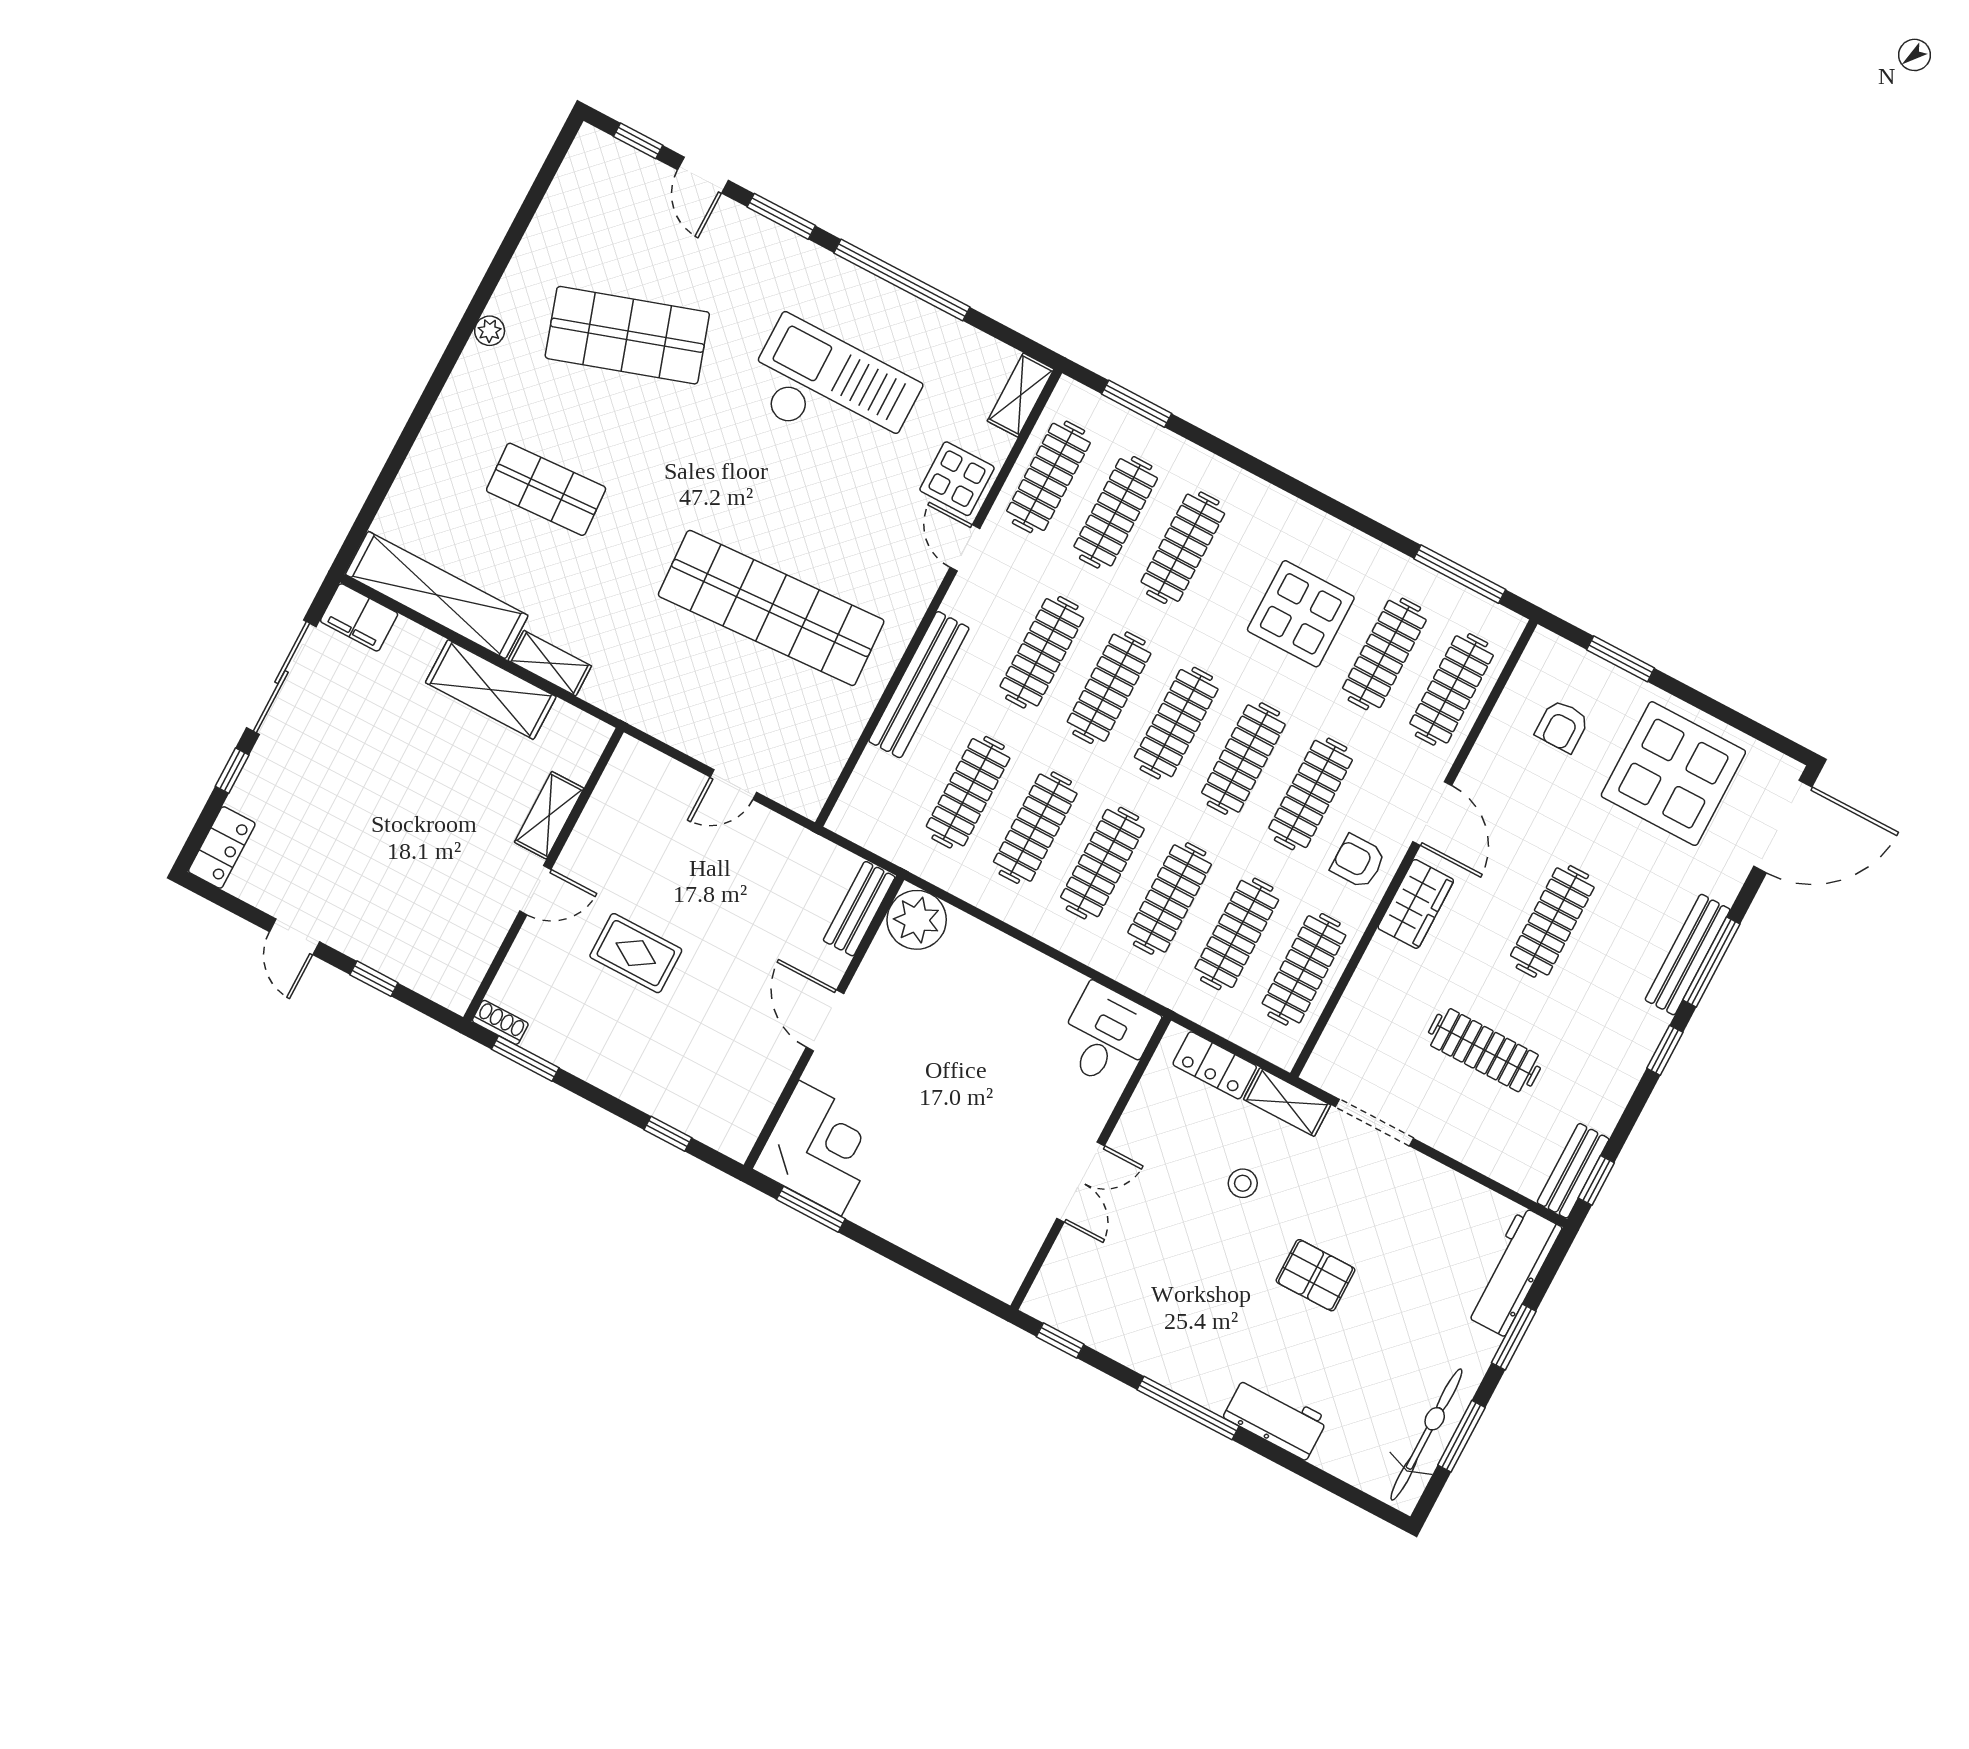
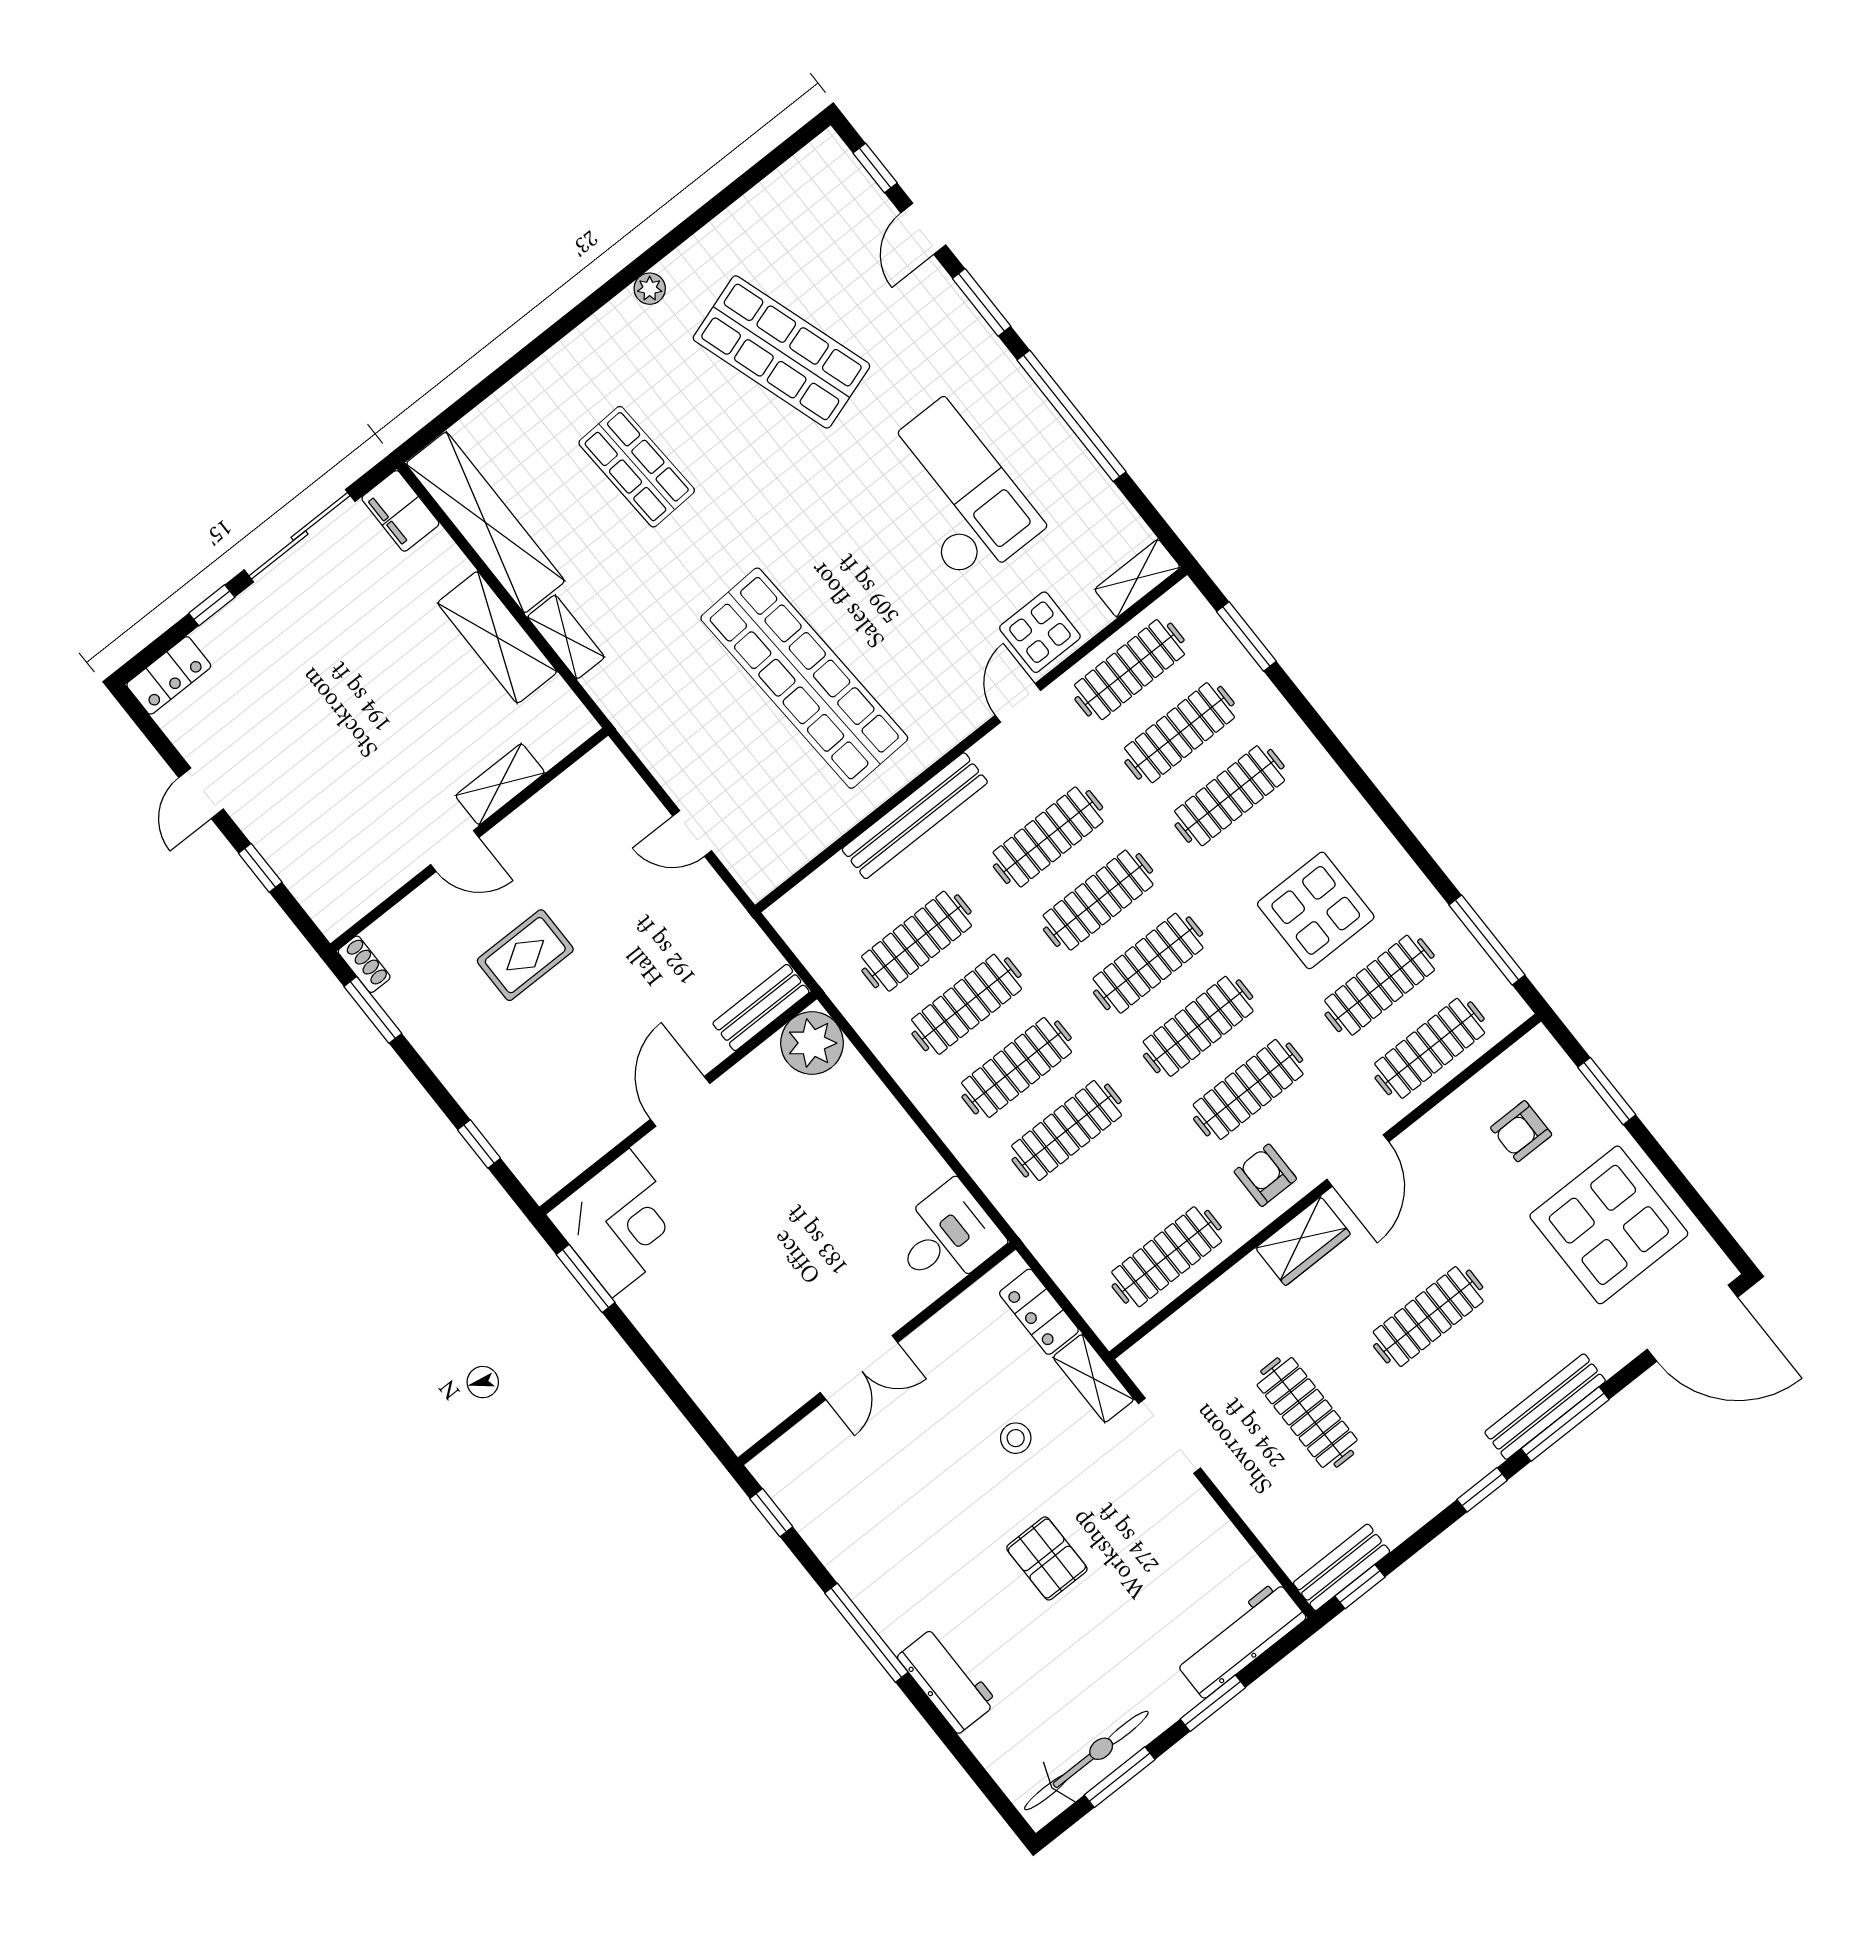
clothes rail: (1237, 934) -> (1117, 1194), removed
rug: (636, 953) -> (525, 955), turned 90

